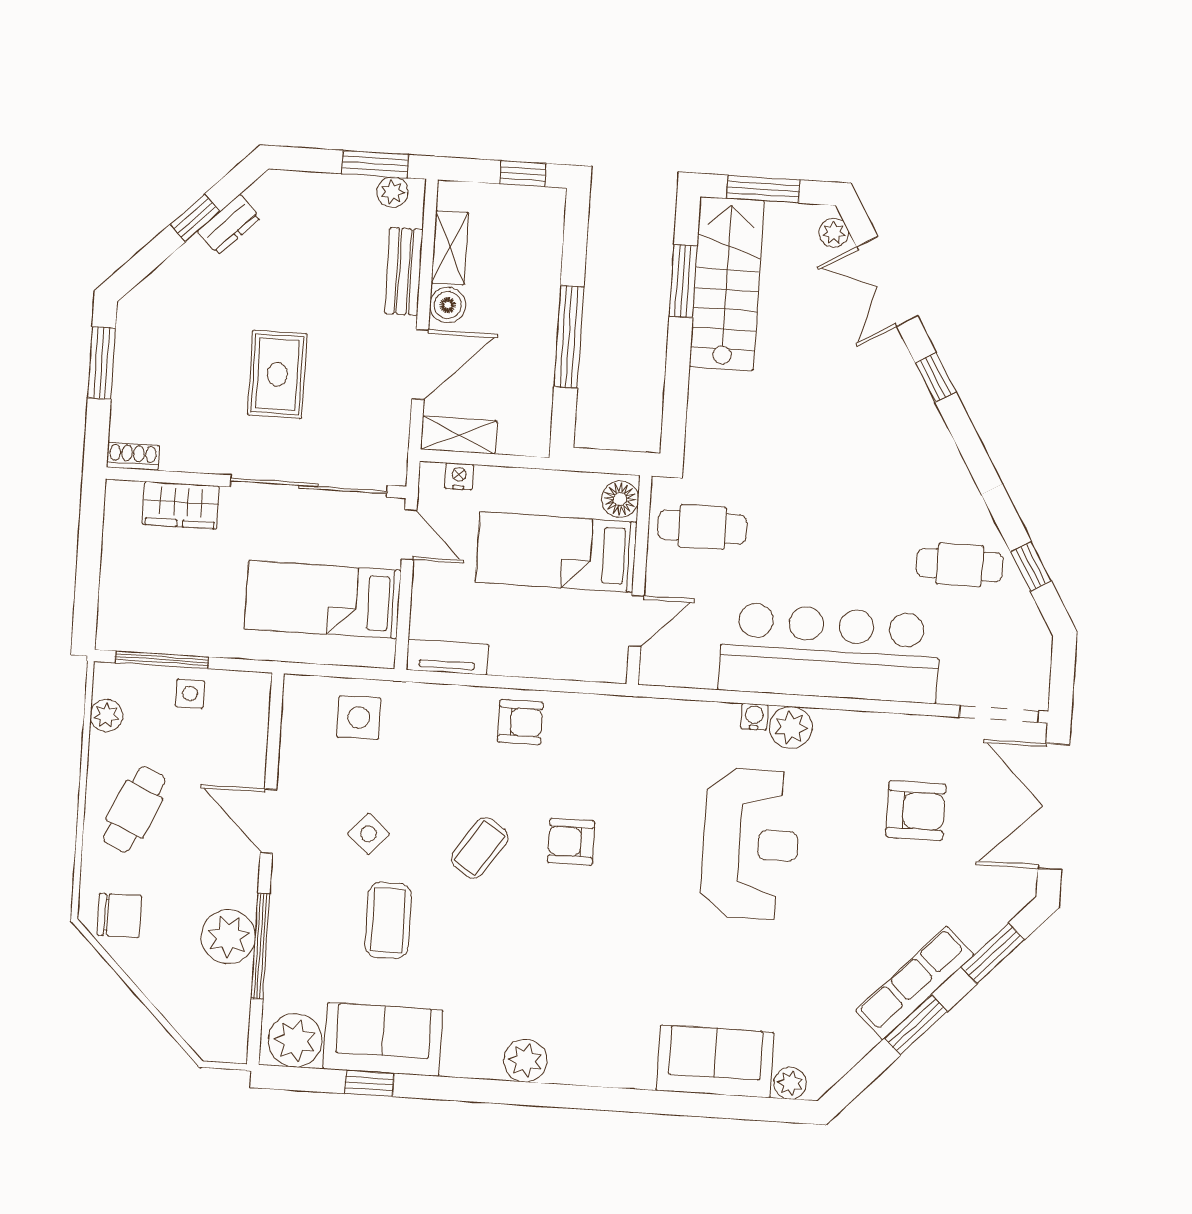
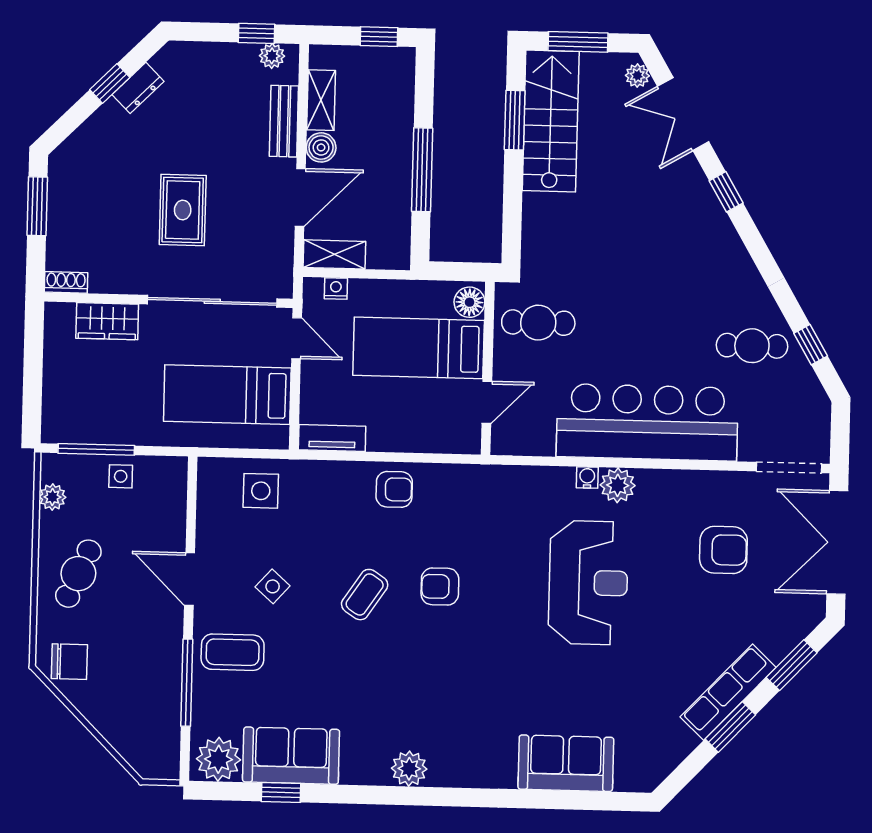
window: (375, 164) -> (257, 33), width x0.67
coffee table: (388, 920) -> (233, 652), moved, turned 90
plant: (228, 937) -> (160, 676), removed
plant: (790, 1083) -> (628, 779), removed

